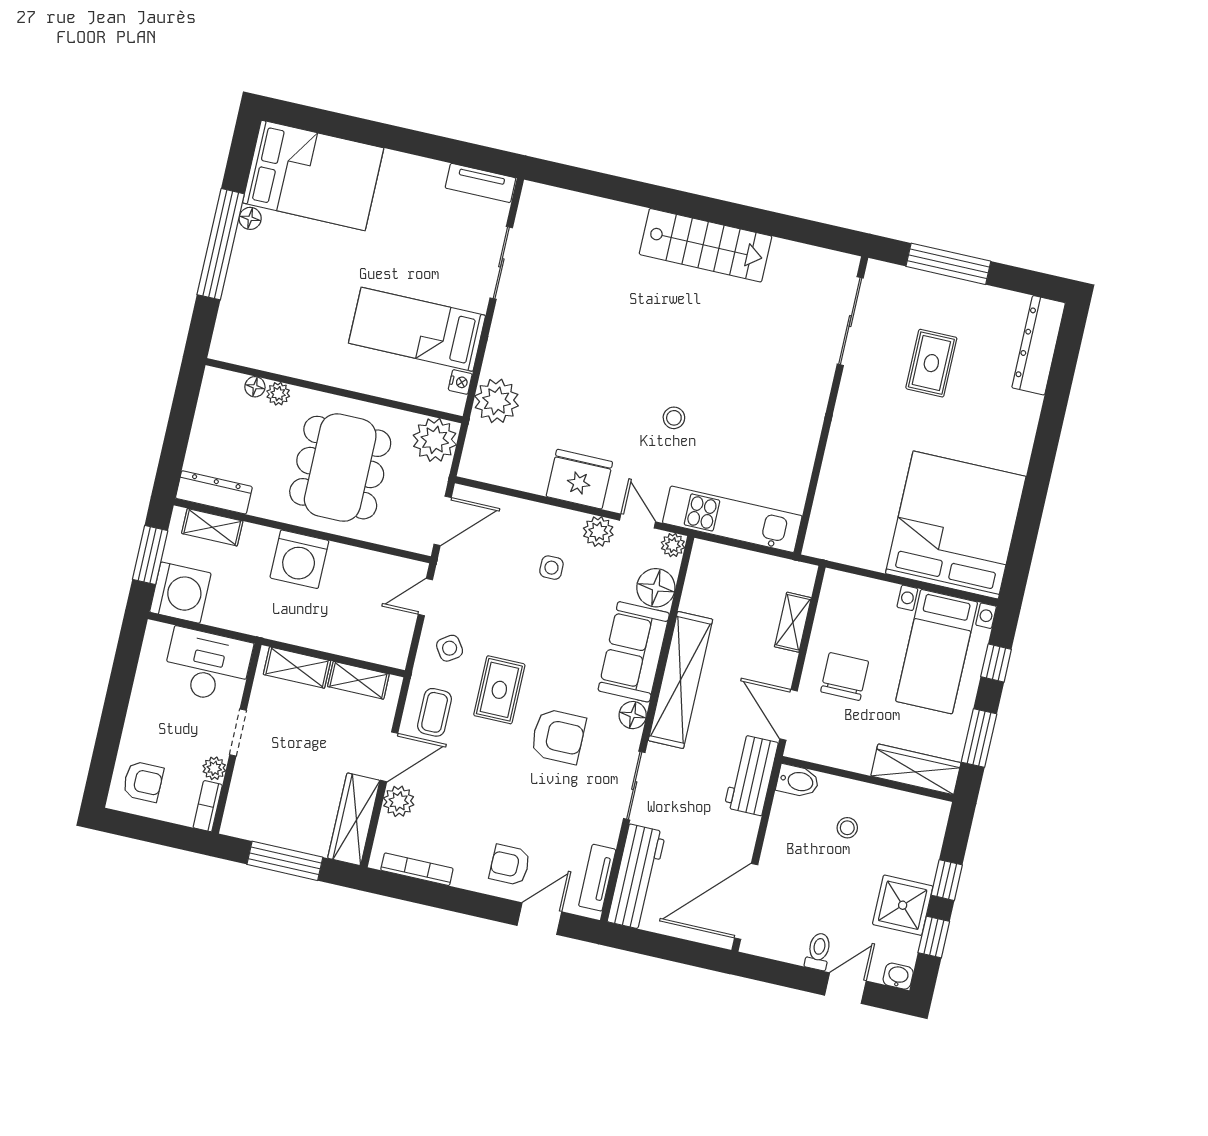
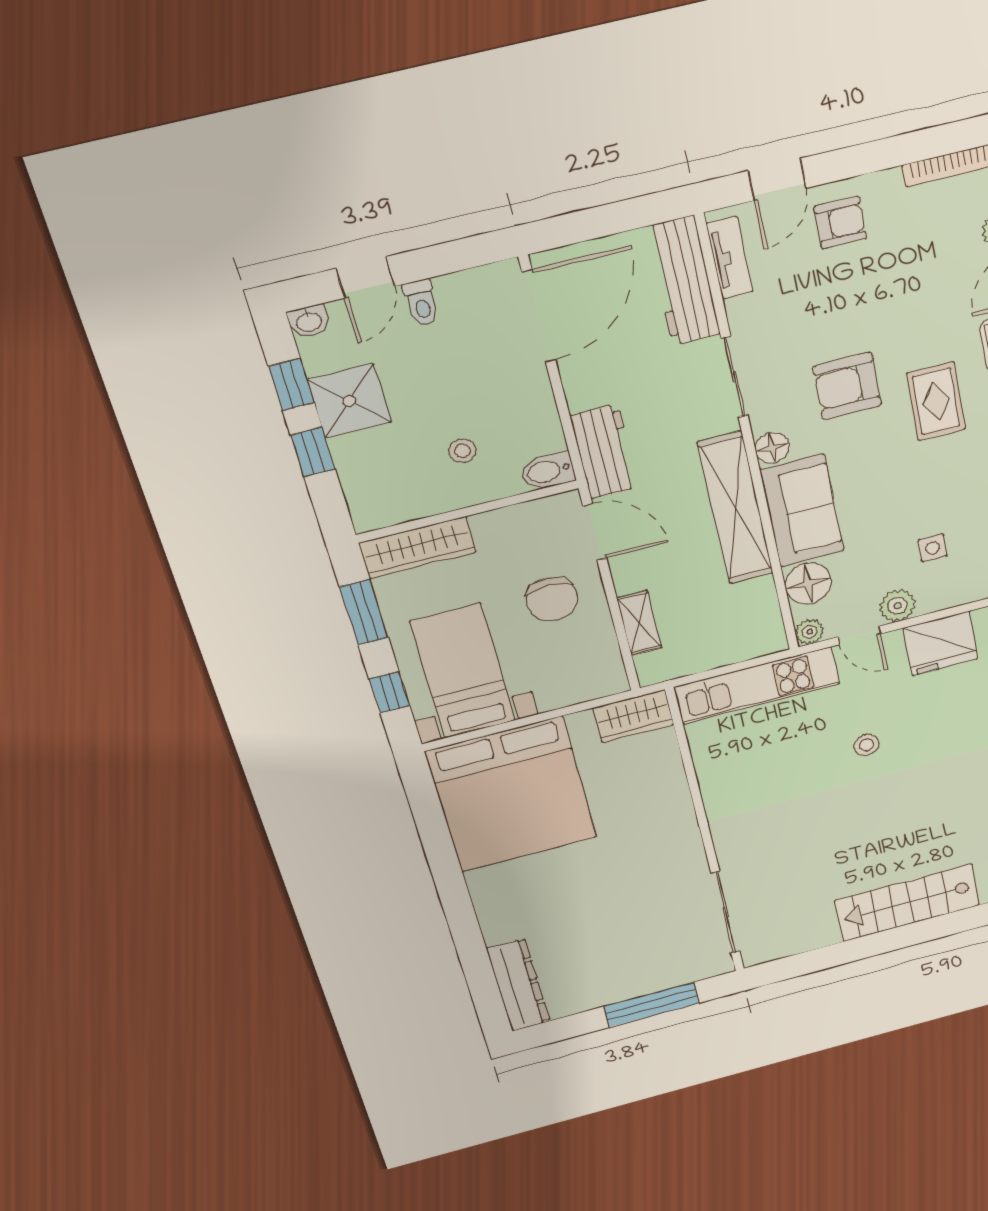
rug: (931, 363) -> (621, 918), removed
wardrobe: (835, 544) -> (633, 716), added

